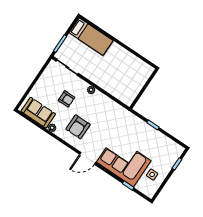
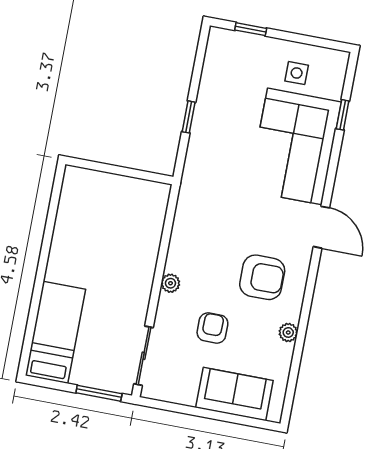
sofa: (38, 113) -> (234, 394), moved, turned 90

